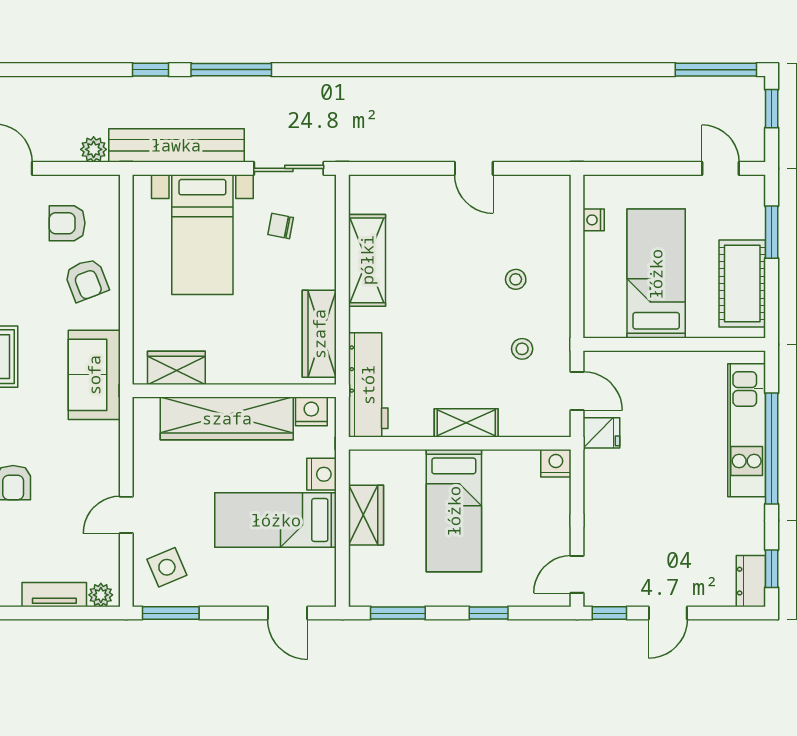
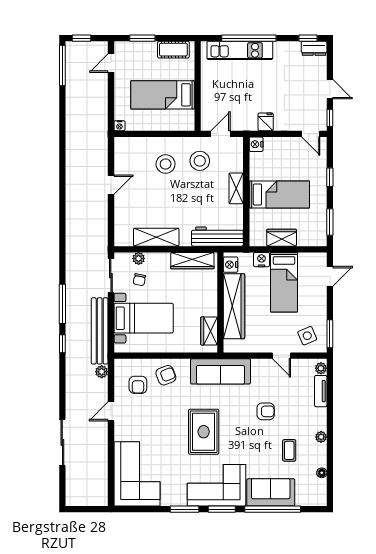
nightstand: (594, 220) -> (119, 126), moved
plant: (324, 224) -> (139, 258), added
stool: (516, 279) -> (166, 164), width x1.89, depth x1.89
cot: (742, 284) -> (173, 50), width x0.73, depth x0.75
stool: (522, 349) -> (200, 161), width x1.89, depth x1.89
sofa: (94, 375) -> (221, 371), width x1.36
fridge: (601, 433) -> (266, 122), moved

